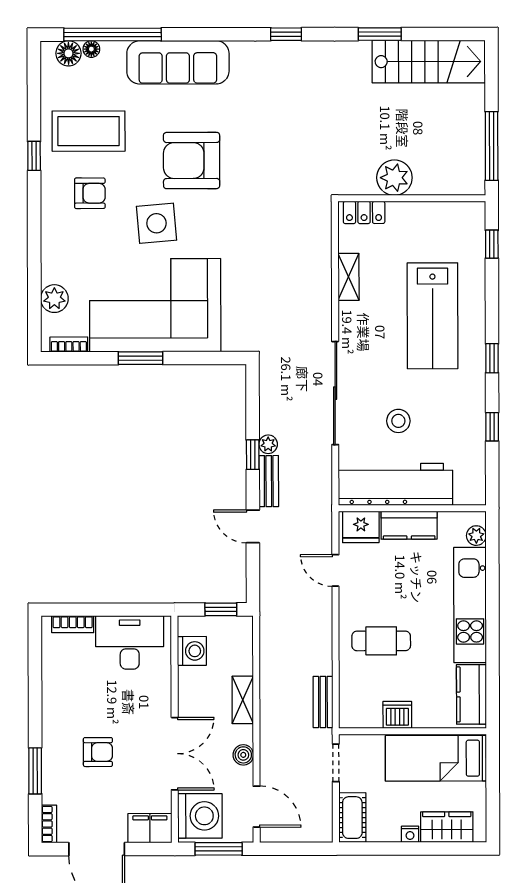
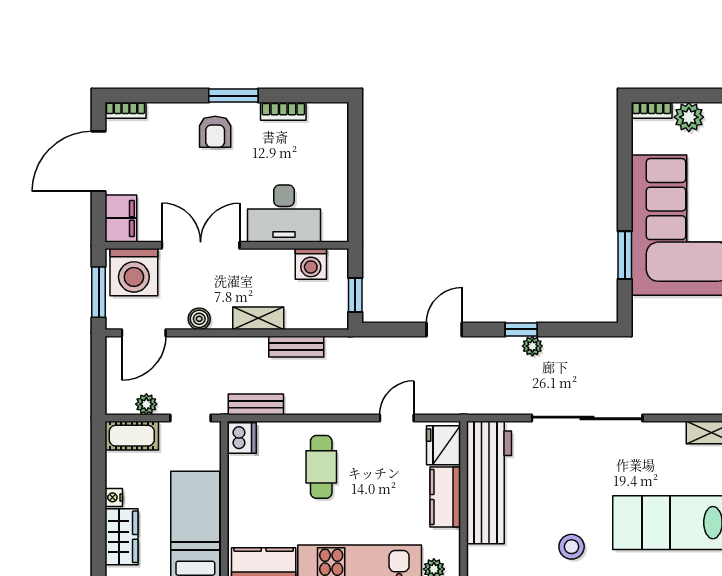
bookcase: (69, 345) -> (652, 110), moved, turned 90
window: (141, 358) -> (625, 255), moved
stool: (398, 421) -> (572, 547), moved
bench: (269, 481) -> (296, 347), moved
bookcase: (73, 624) -> (283, 111), moved, turned -90
desk: (130, 642) -> (284, 213), moved, turned 90
dishwasher: (397, 715) -> (242, 438), moved
armchair: (98, 752) -> (215, 132), moved
double door: (175, 754) -> (201, 245), swing flipped
window: (35, 771) -> (233, 96), moved
plant: (323, 804) -> (146, 404), added

